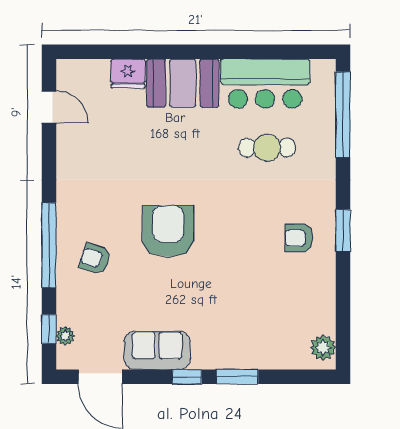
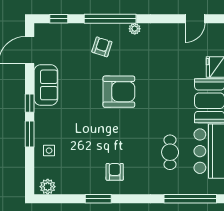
window: (343, 231) -> (98, 199), moved
plant: (65, 336) -> (135, 29), moved
side table: (264, 345) -> (49, 151), added

